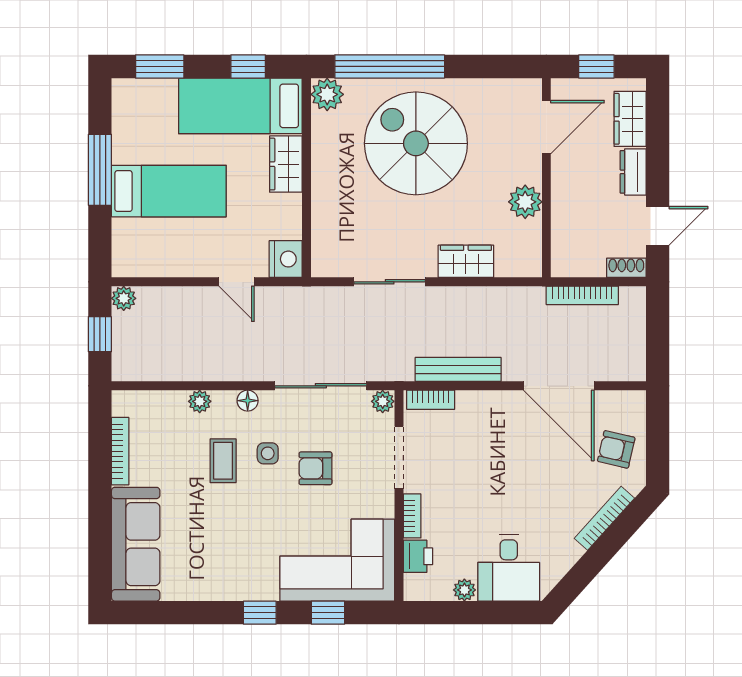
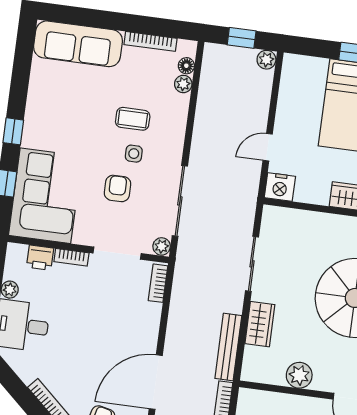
bench: (458, 369) -> (228, 347), moved
plant: (200, 401) -> (183, 84), moved
floor lamp: (248, 401) -> (186, 66), moved

